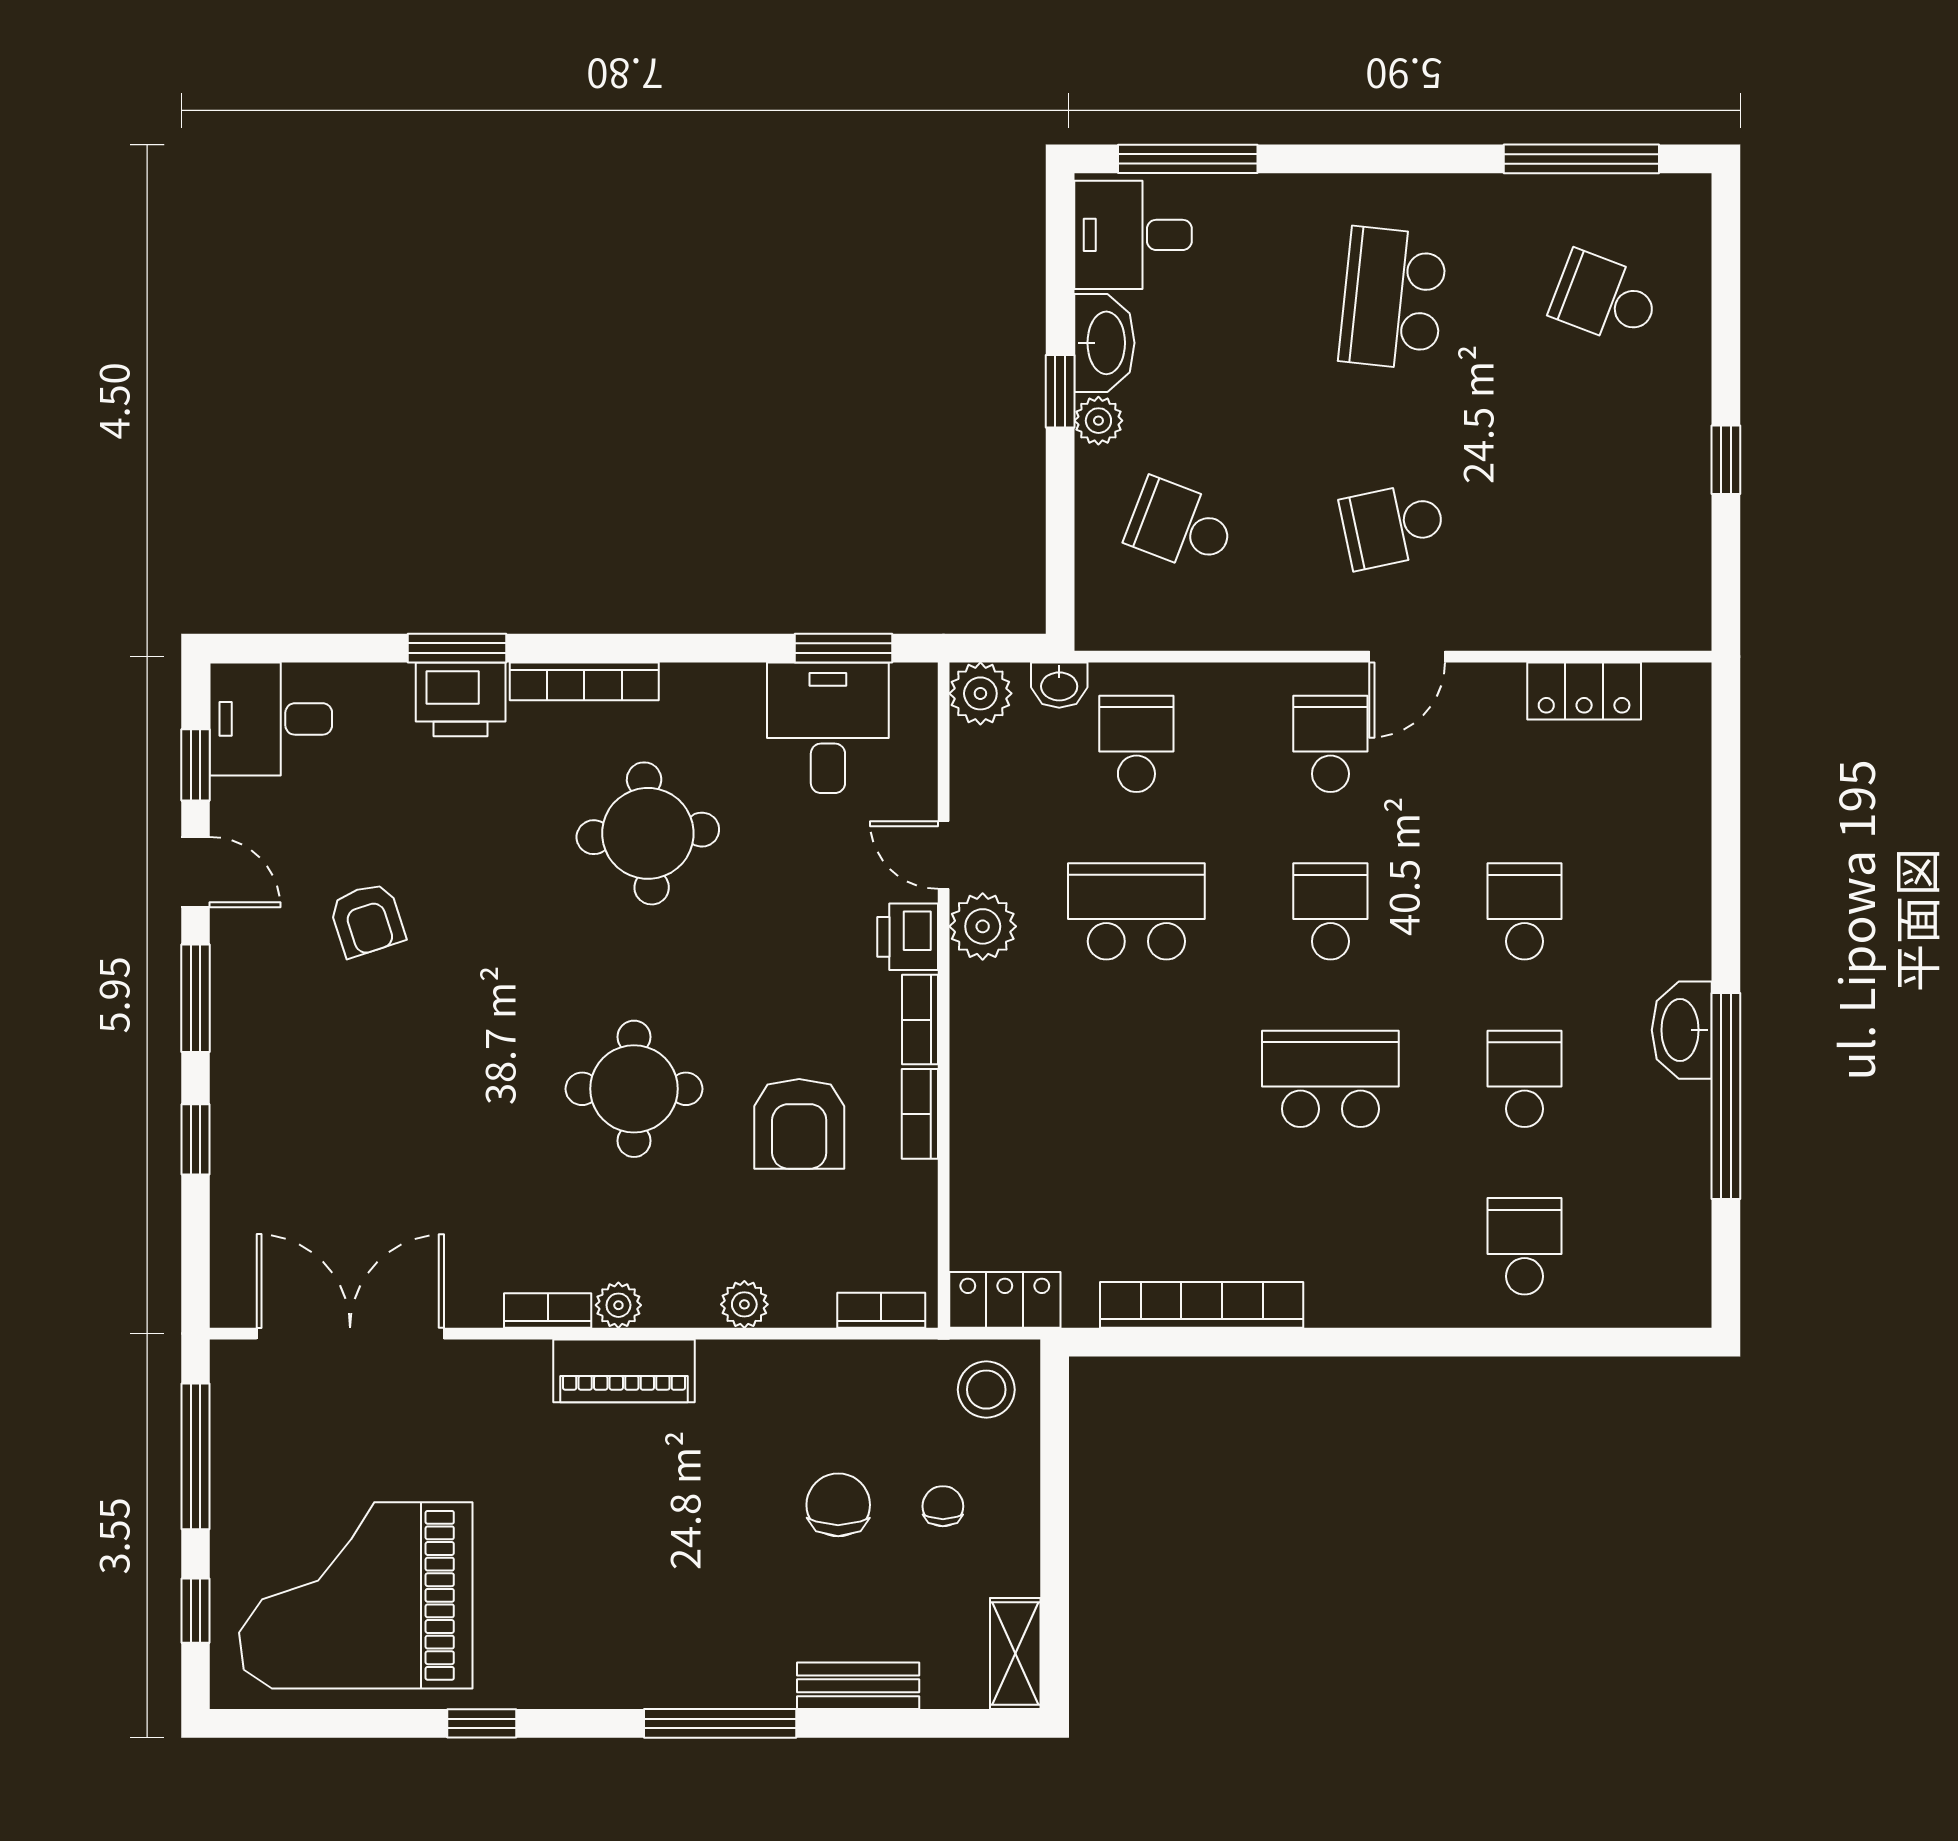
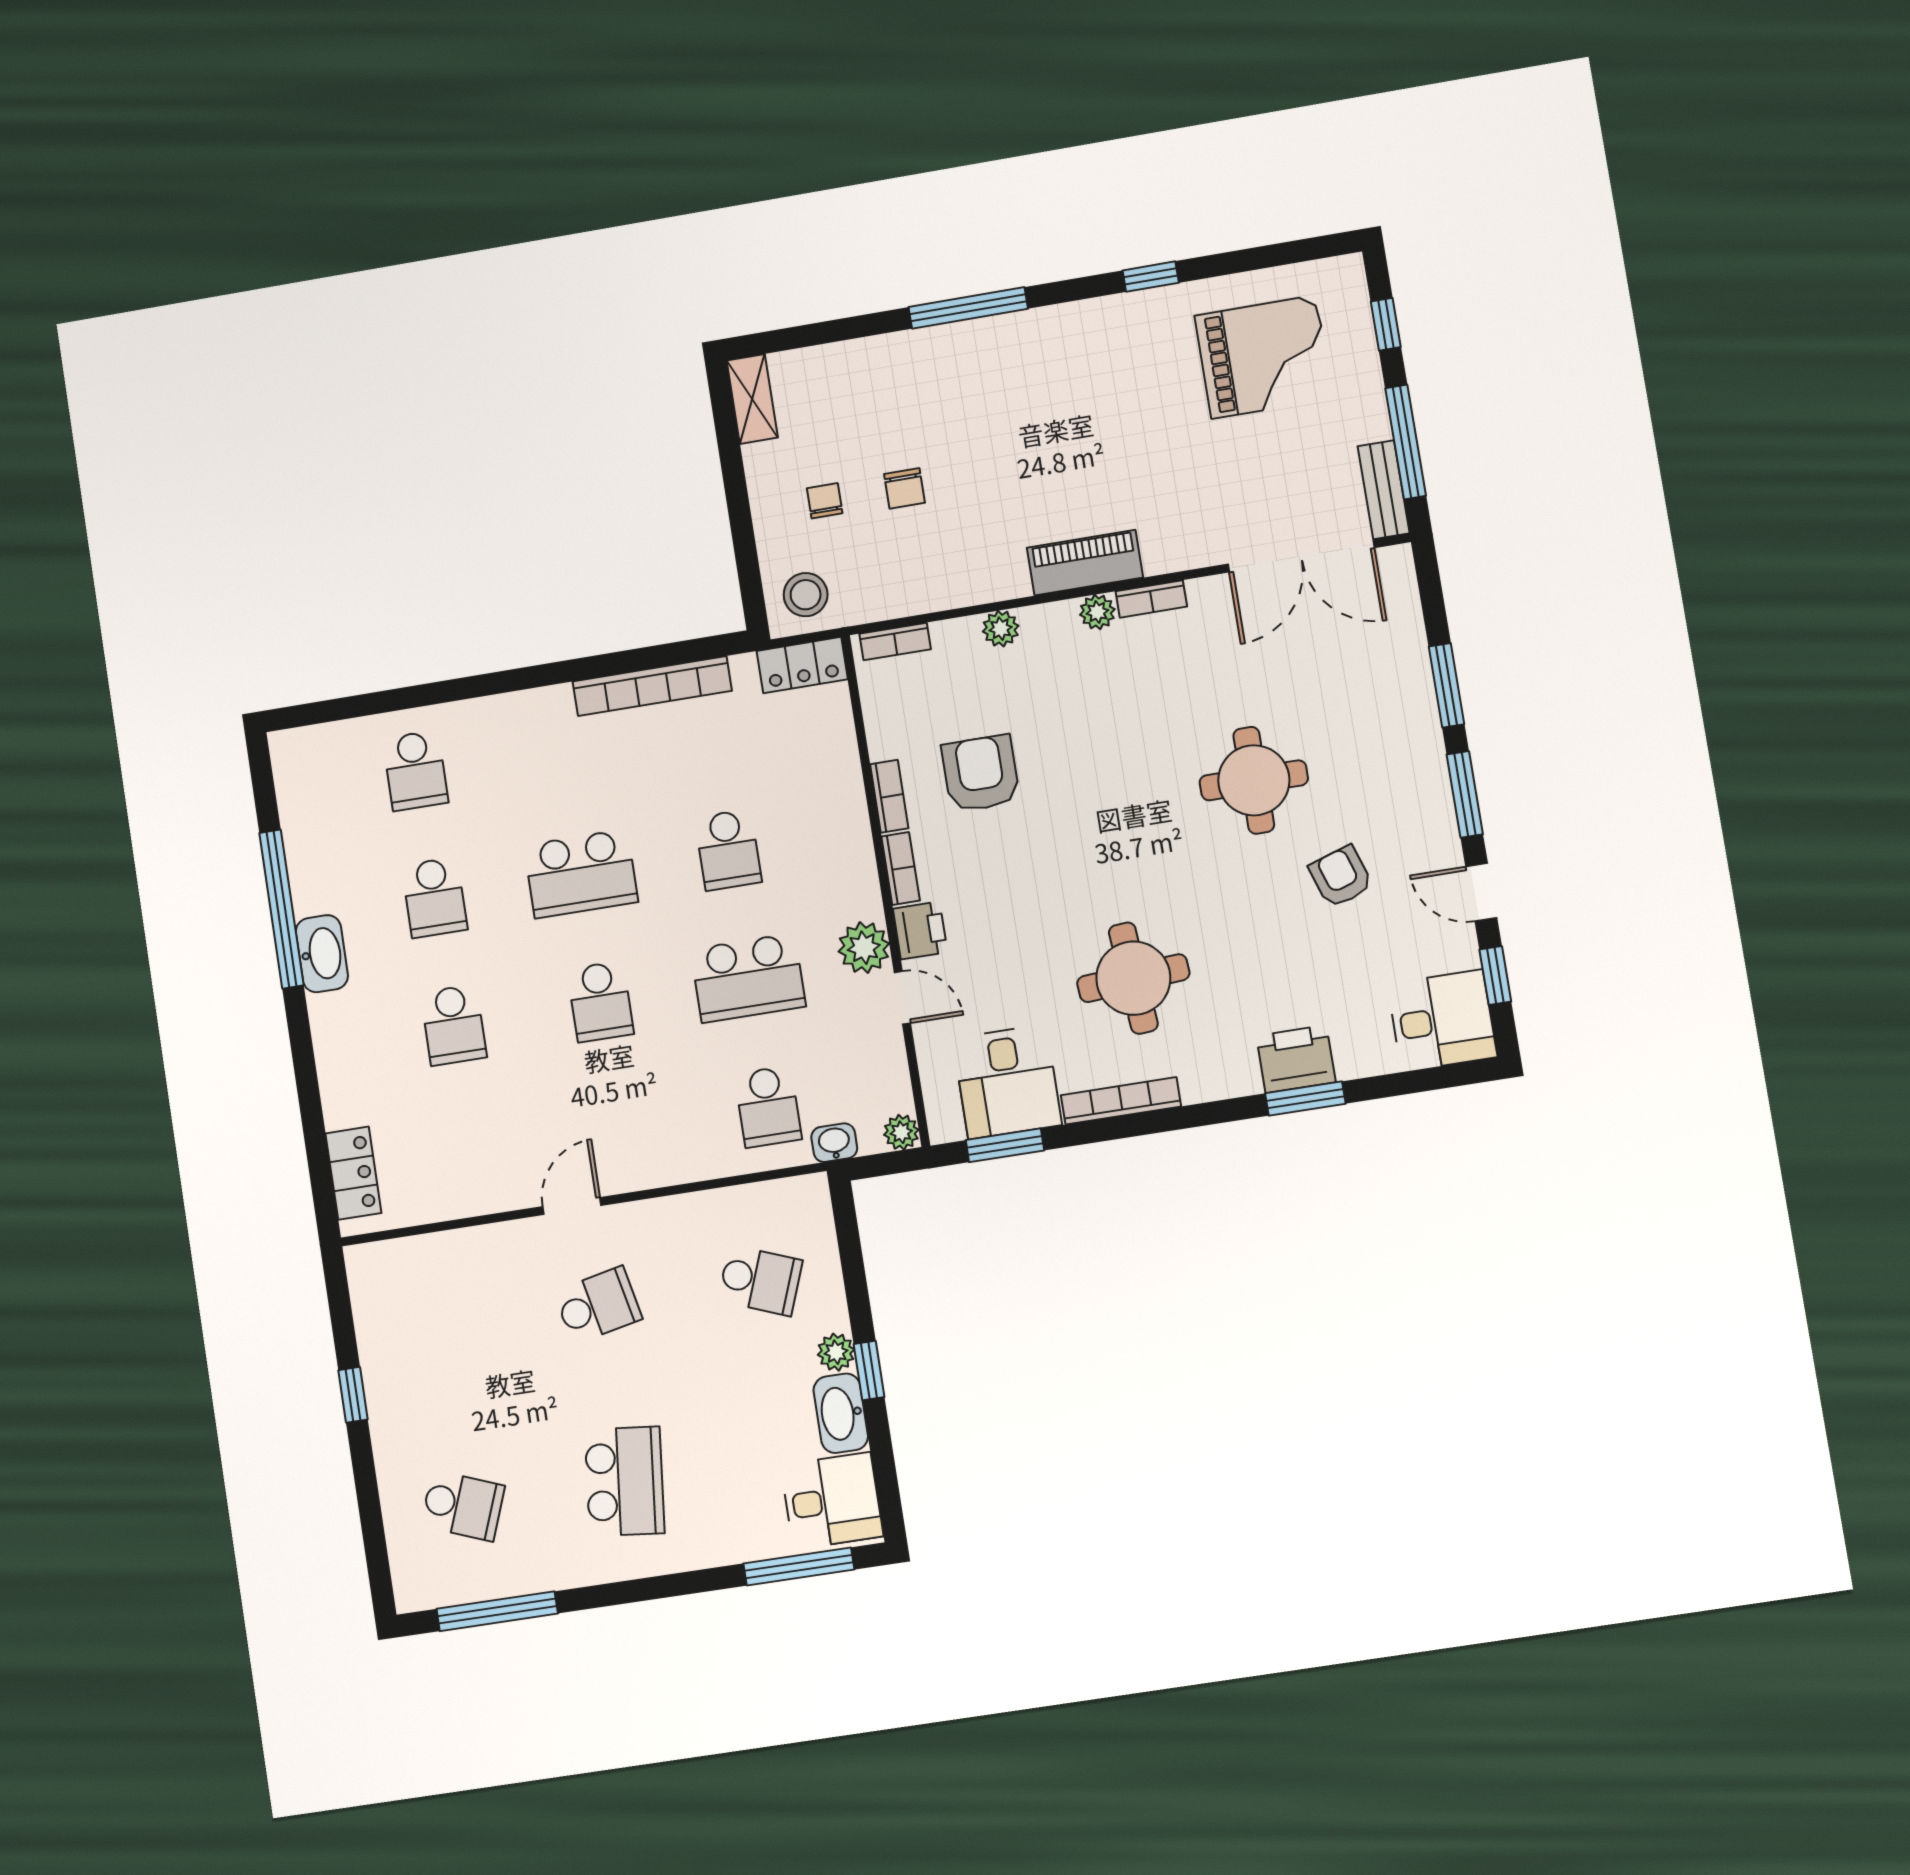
bookcase: (584, 681) -> (1121, 1101), moved
locker: (1584, 691) -> (353, 1173), moved, turned 90
plant: (980, 693) -> (901, 1132), width x0.73, depth x0.73
school desk: (1330, 744) -> (728, 850), moved
round table: (634, 1089) -> (1254, 780), moved
window: (196, 1139) -> (1446, 685), width x1.50
chair: (838, 1505) -> (904, 488), width x0.73, depth x0.73
chair: (943, 1506) -> (825, 501), turned 180
grand piano: (356, 1595) -> (1264, 357), width x0.73, depth x0.68
bench: (858, 1686) -> (1384, 490), moved, turned 90

